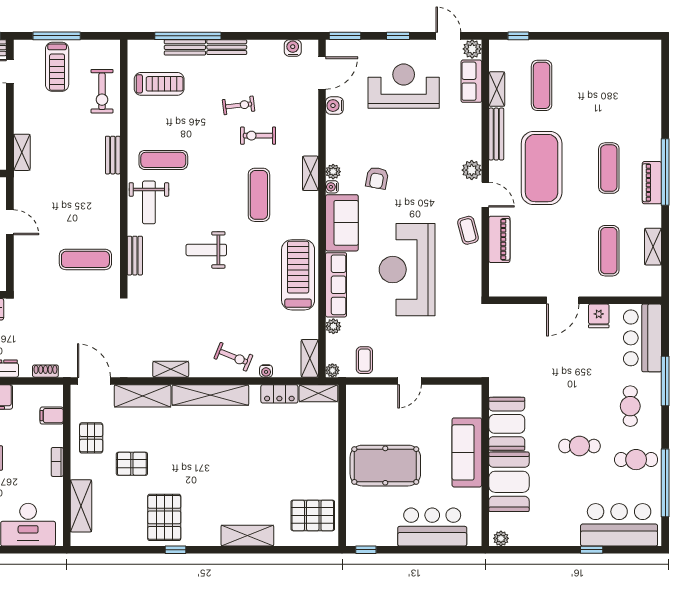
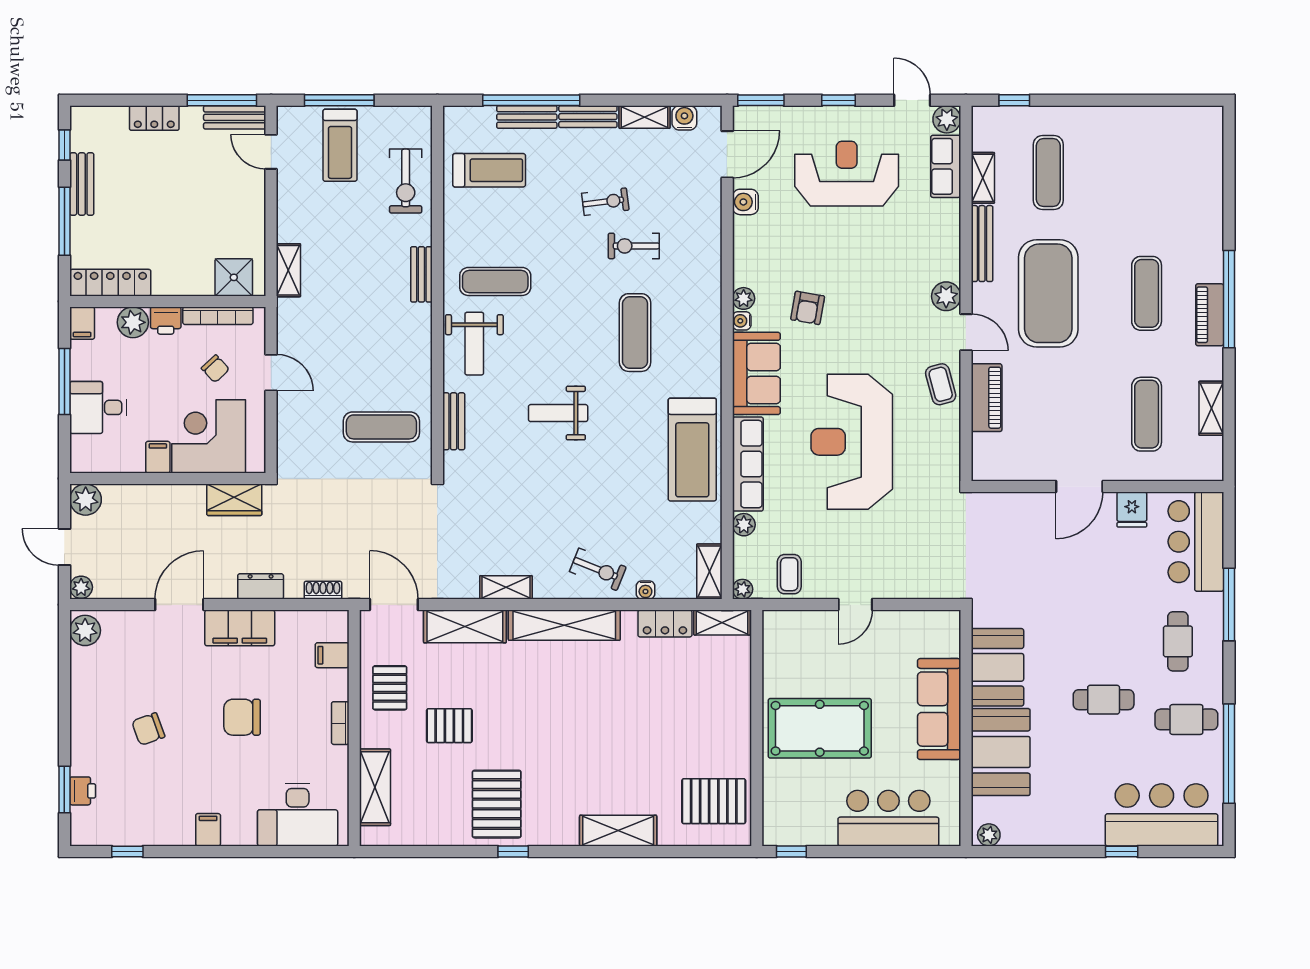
shelving: (310, 173) -> (645, 117), moved, turned 90
treadmill: (298, 275) -> (692, 450), turned 180

